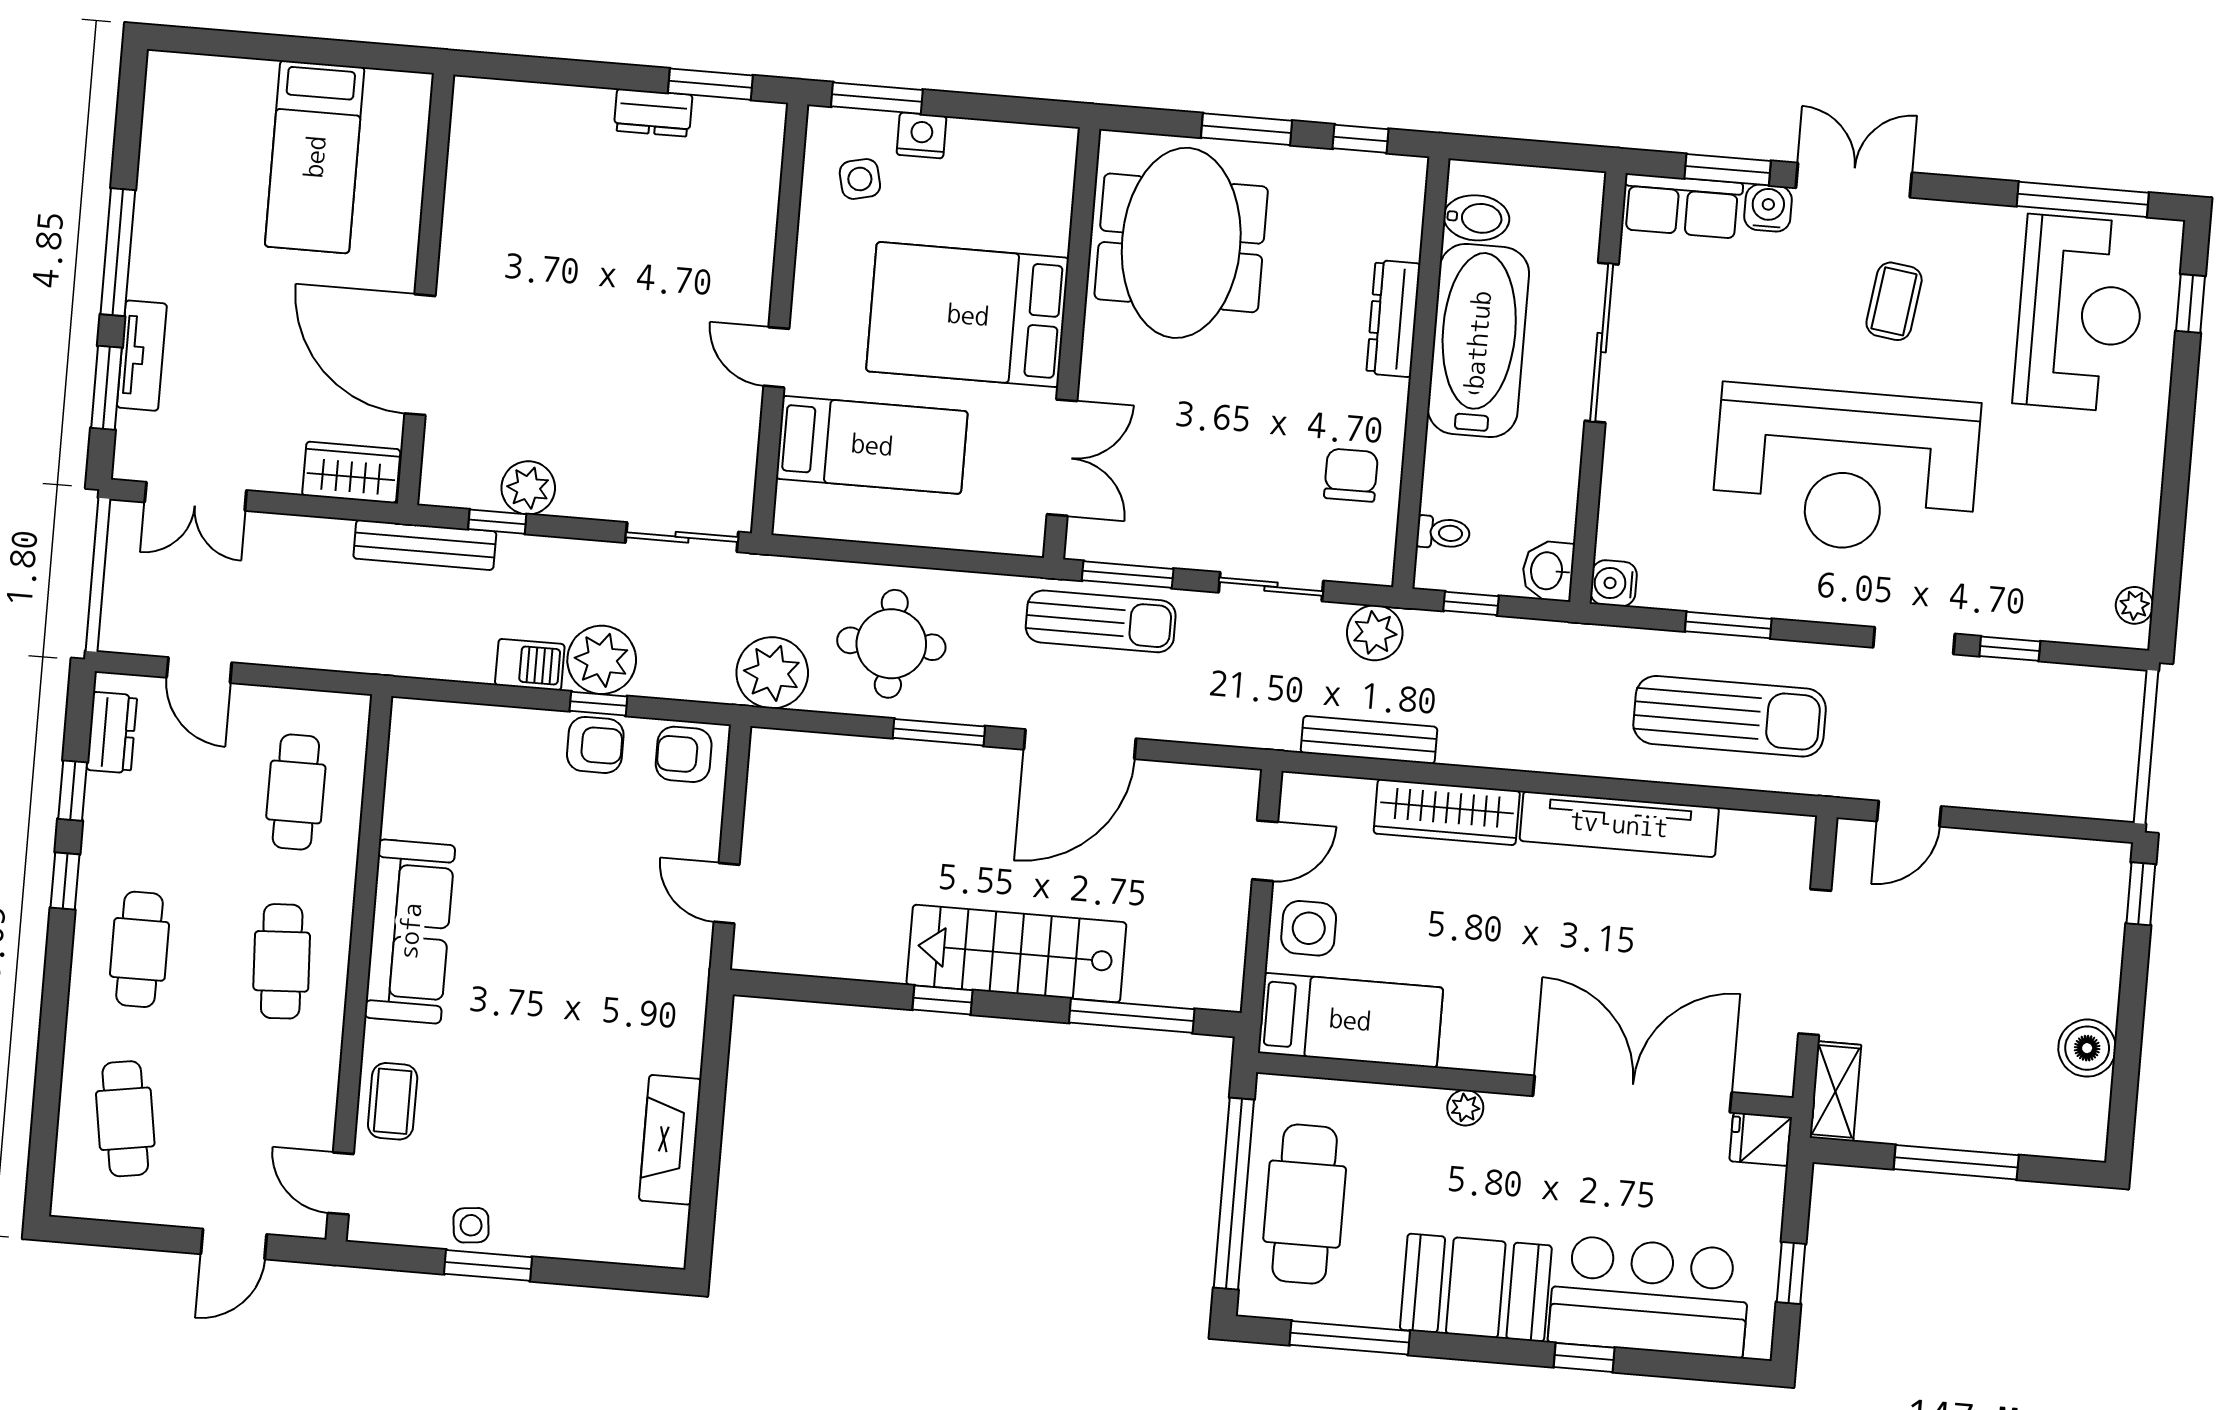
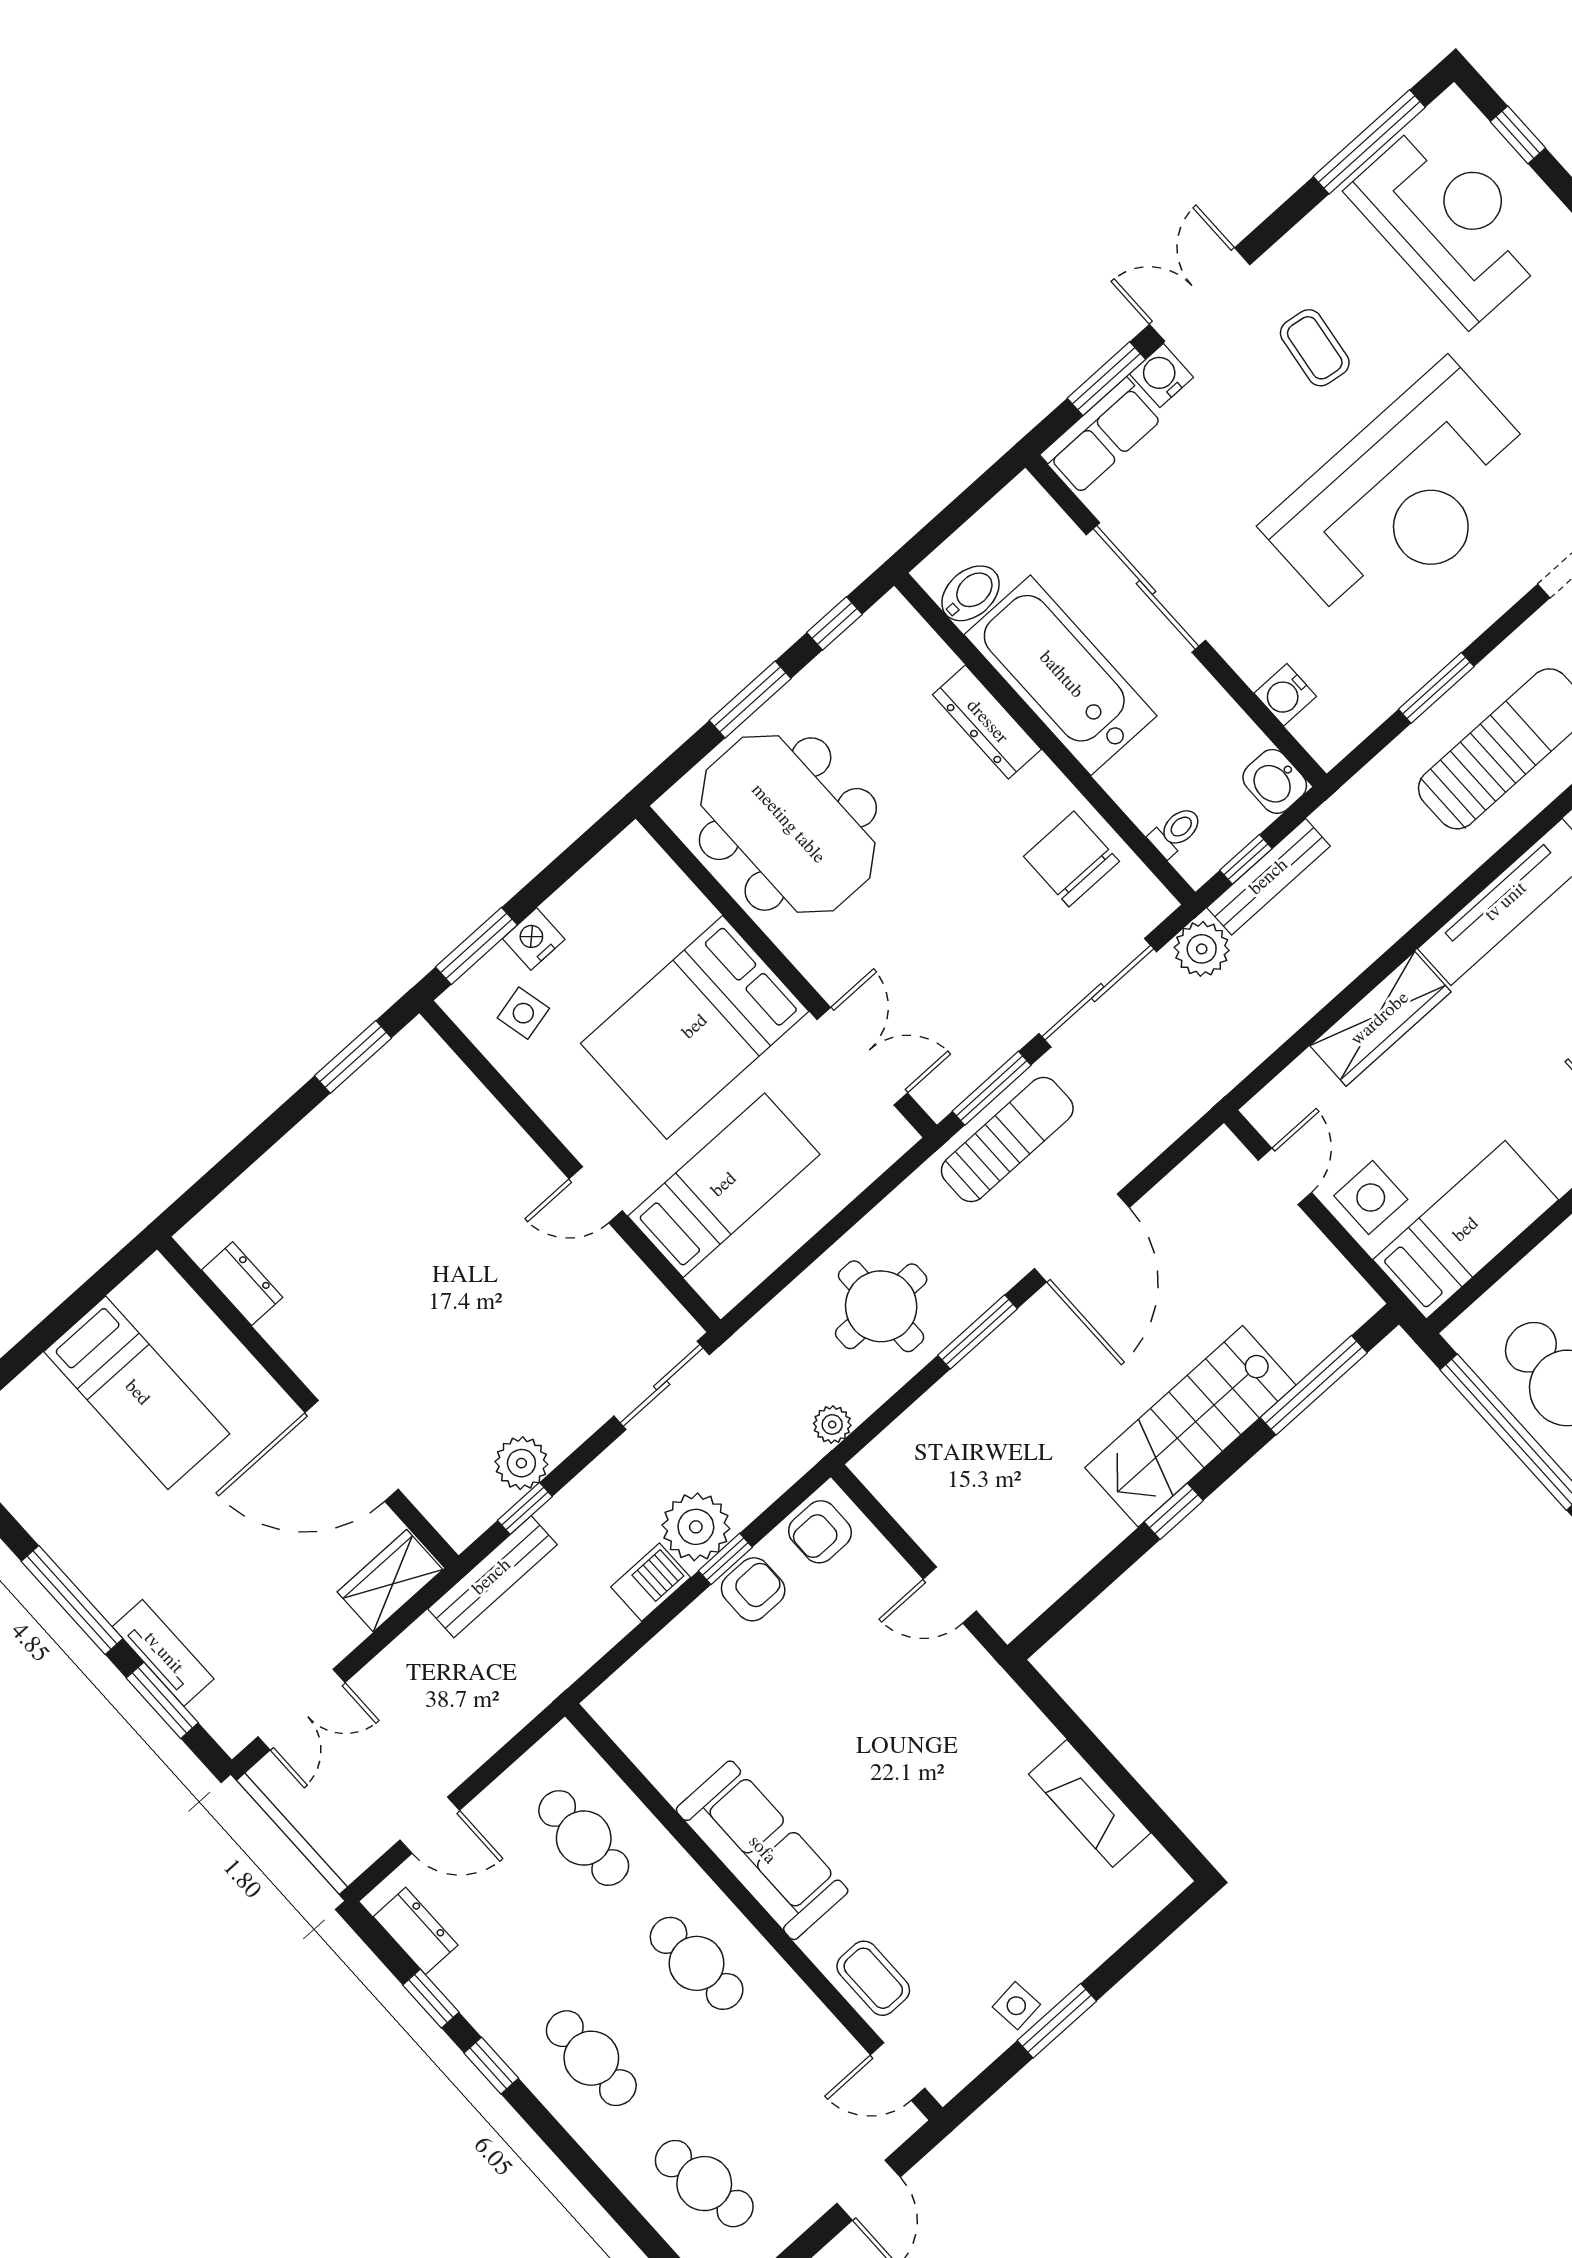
dresser: (653, 113) -> (242, 1284), moved, turned -90
chair: (1351, 475) -> (1071, 859), width x1.37, depth x1.37
water cooler: (1614, 583) -> (1285, 695), moved
sliding door: (1271, 587) -> (1098, 993), width x1.37
plant: (772, 673) -> (832, 1424), width x0.53, depth x0.53
bench: (1369, 740) -> (1269, 877), moved

